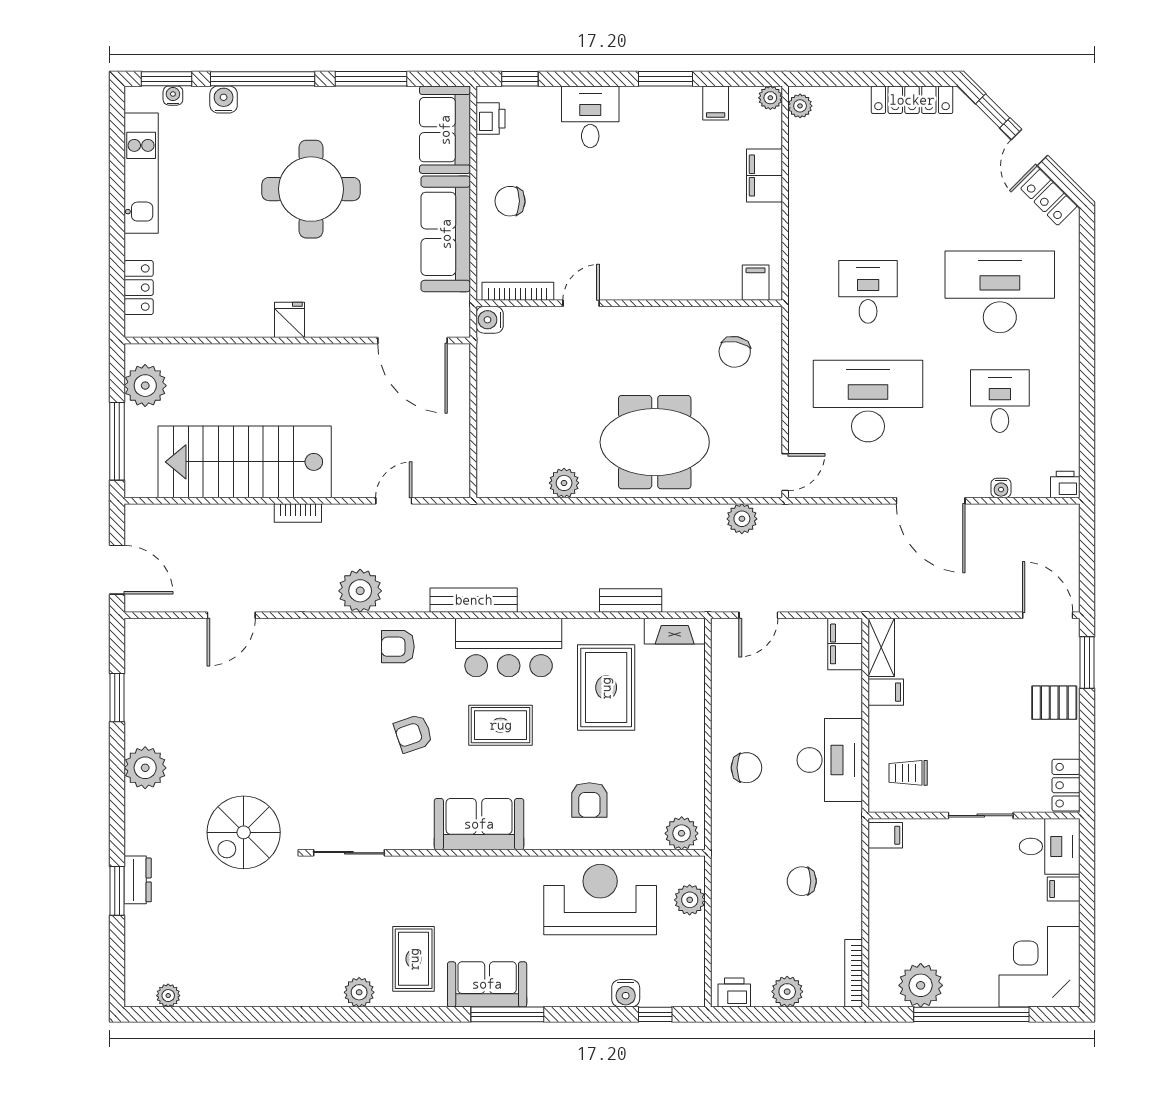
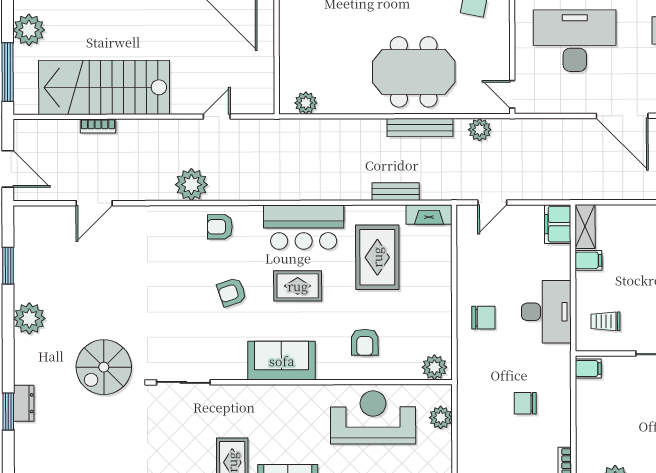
door: (785, 472) -> (512, 94), swing flipped
plant: (564, 483) -> (306, 103), moved
bookcase: (298, 513) -> (98, 126), moved
bench: (474, 600) -> (420, 128), moved

